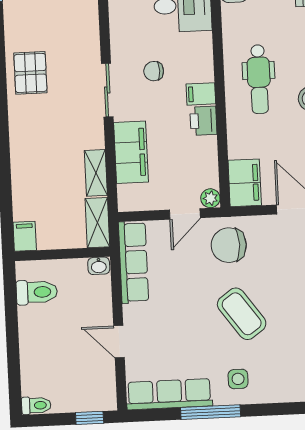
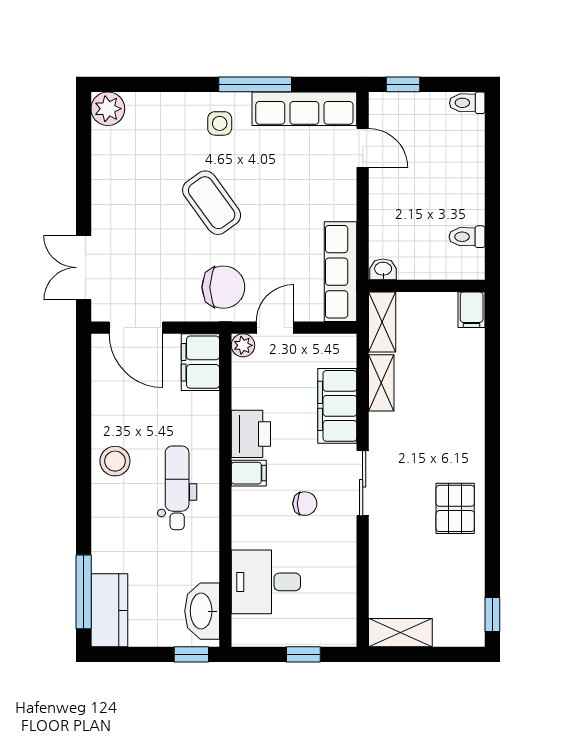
printer: (203, 121) -> (251, 434), width x1.36, depth x1.24
toilet: (37, 292) -> (467, 237), width x0.73, depth x0.72
door: (119, 342) -> (363, 148), moved

